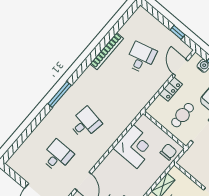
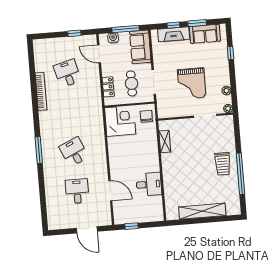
locker: (171, 89) -> (108, 87), moved
desk: (85, 123) -> (74, 152), turned -33
corner desk: (135, 147) -> (120, 121), moved

